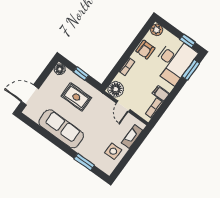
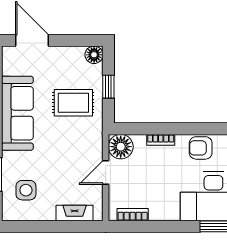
filing cabinet: (161, 94) -> (158, 210), removed
rug: (76, 97) -> (73, 103), turned 90
side table: (113, 151) -> (26, 190), moved

